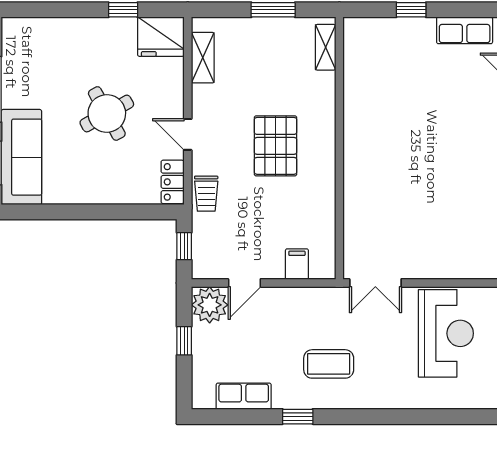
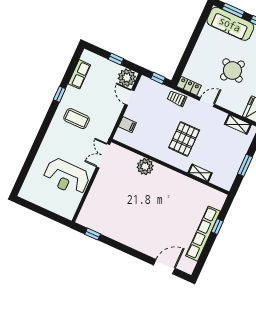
row of seats: (465, 30) -> (203, 234), width x2.02
shelving: (326, 47) -> (200, 173), moved
round table: (107, 113) -> (232, 71), turned -32
pallet: (276, 146) -> (184, 139), turned 90
plant: (360, 195) -> (145, 167), added
coffee table: (329, 364) -> (77, 119), turned 90

